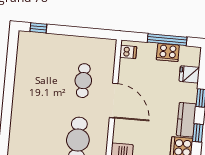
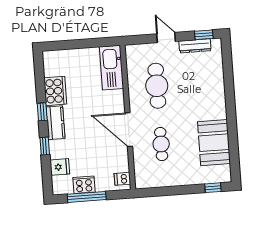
booth: (30, 73) -> (214, 143), added

